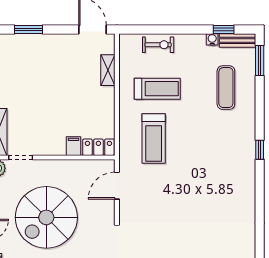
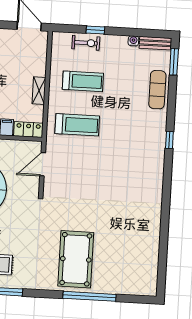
window: (224, 29) -> (95, 30), moved
shelving: (108, 70) -> (39, 91), moved
exercise mat: (226, 88) -> (157, 90), moved
treadmill: (154, 139) -> (77, 125), turned -90

